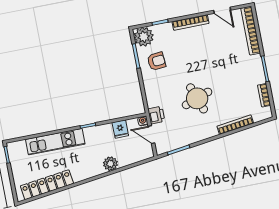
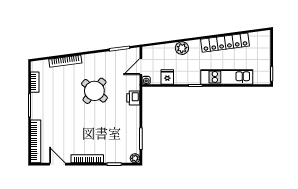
plant: (144, 37) -> (135, 158), width x0.53, depth x0.53
armchair: (156, 61) -> (124, 131), removed
round table: (197, 98) -> (94, 91), turned -30
printer: (156, 115) -> (133, 98), moved
door: (151, 135) -> (141, 67), swing flipped
locker: (47, 185) -> (225, 43), moved

